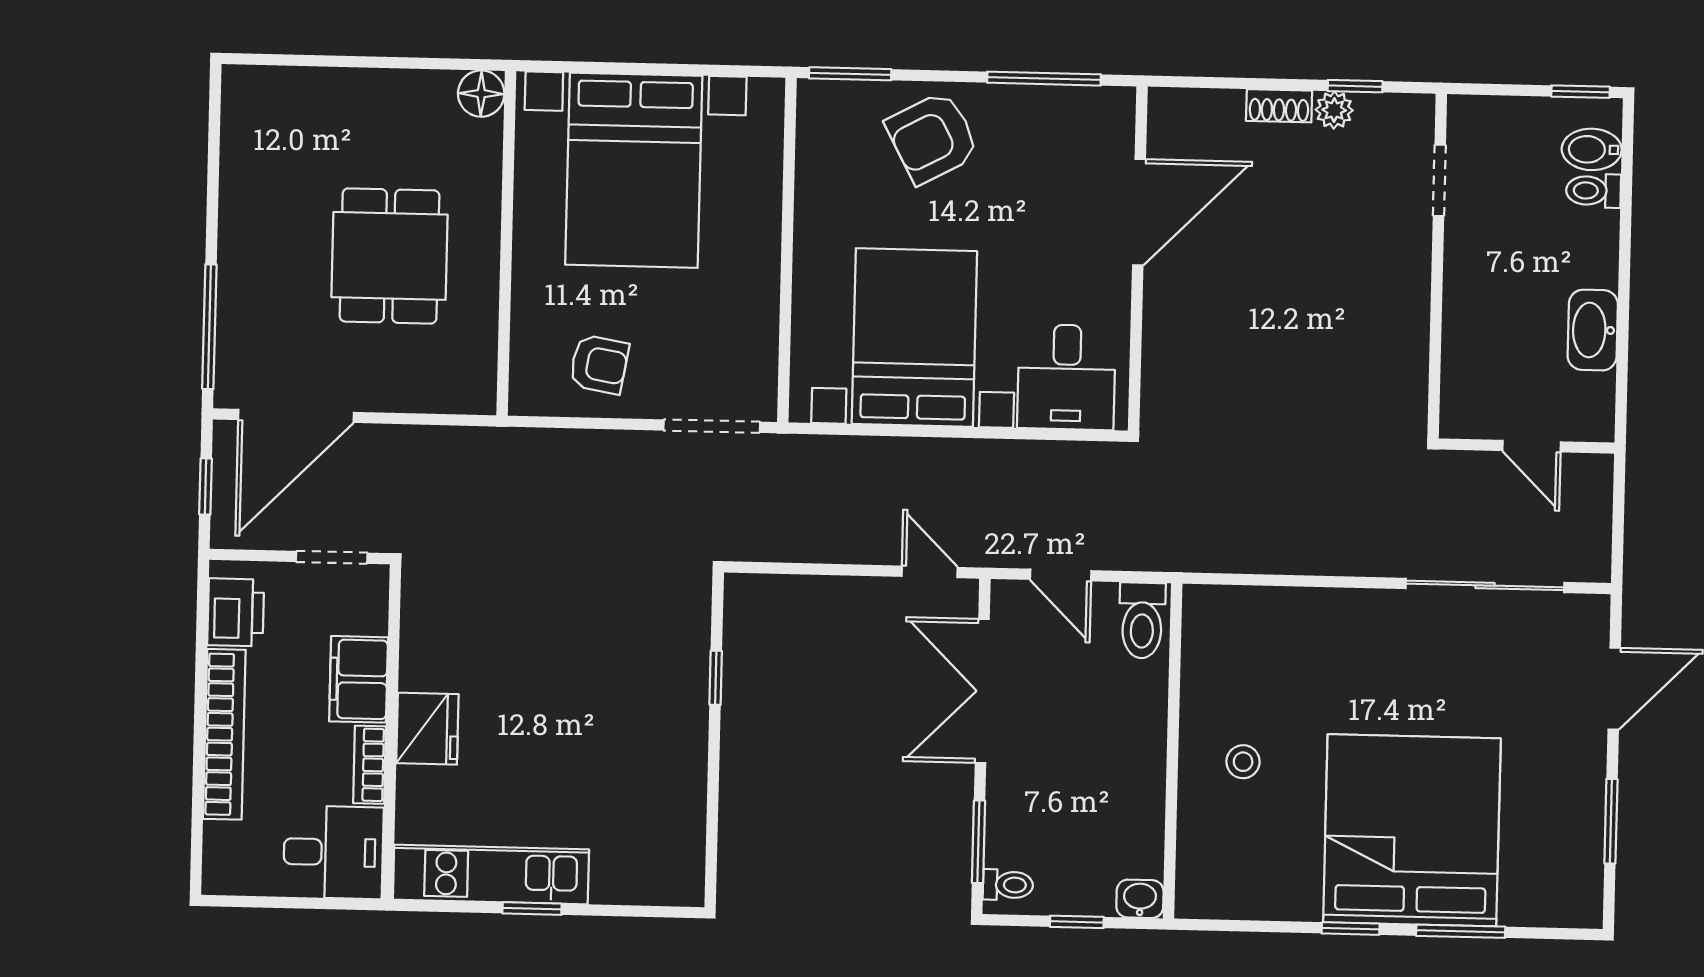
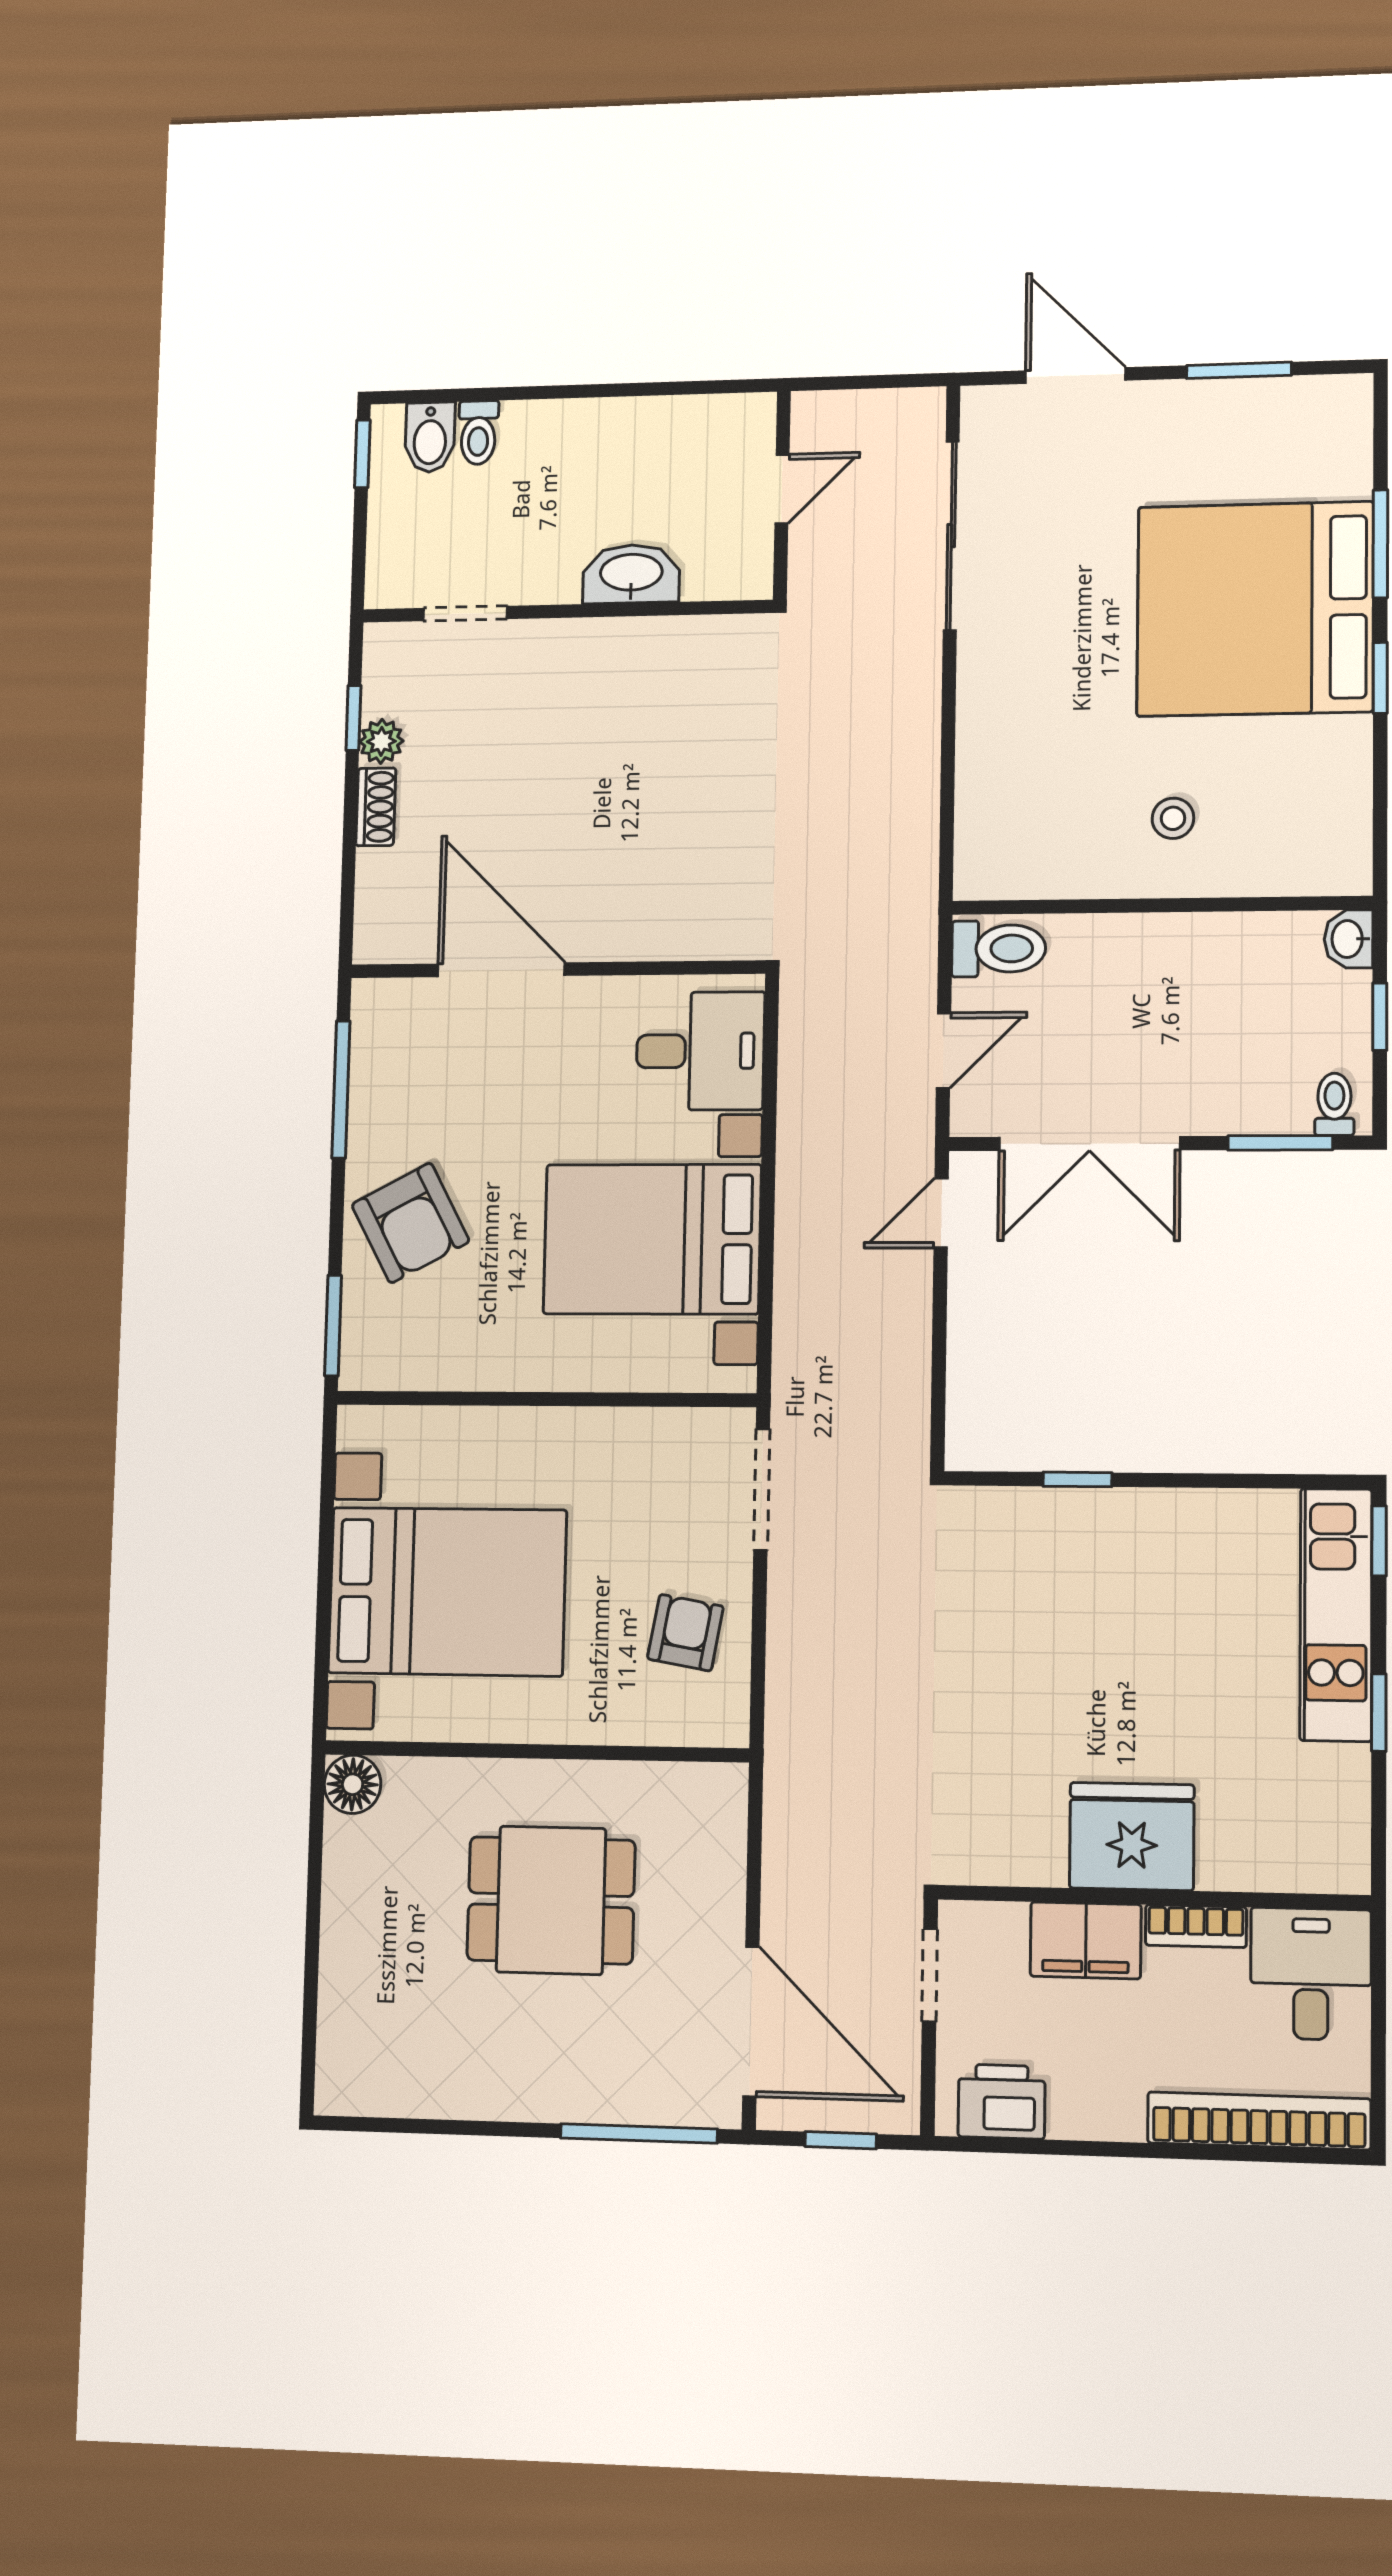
washbasin: (1593, 330) -> (631, 574), moved, turned 180
fridge: (427, 729) -> (1132, 1836), width x1.36, depth x1.34
bookcase: (224, 734) -> (1259, 2121), moved
kitchen unit: (491, 874) -> (1336, 1615), moved
window: (664, 912) -> (1379, 1541), added

